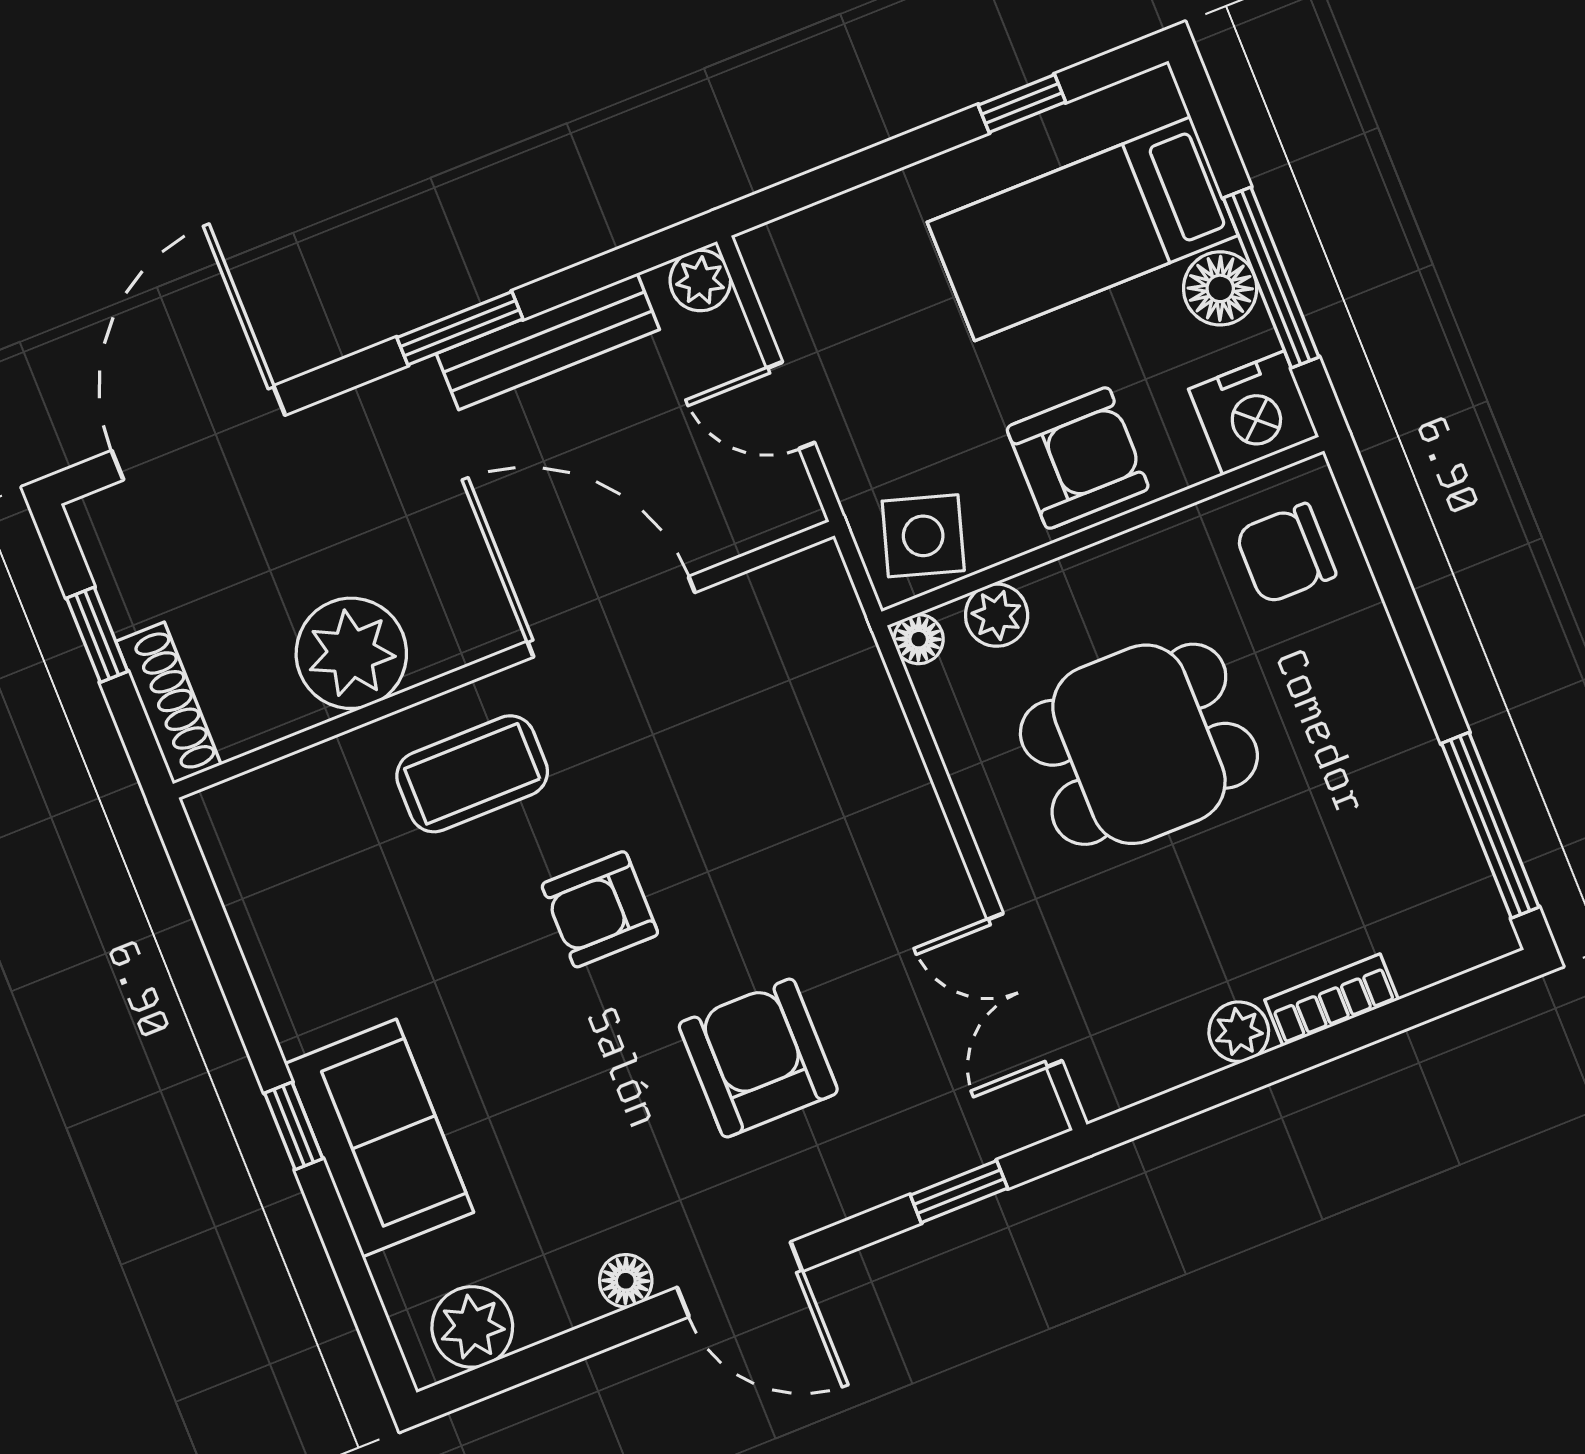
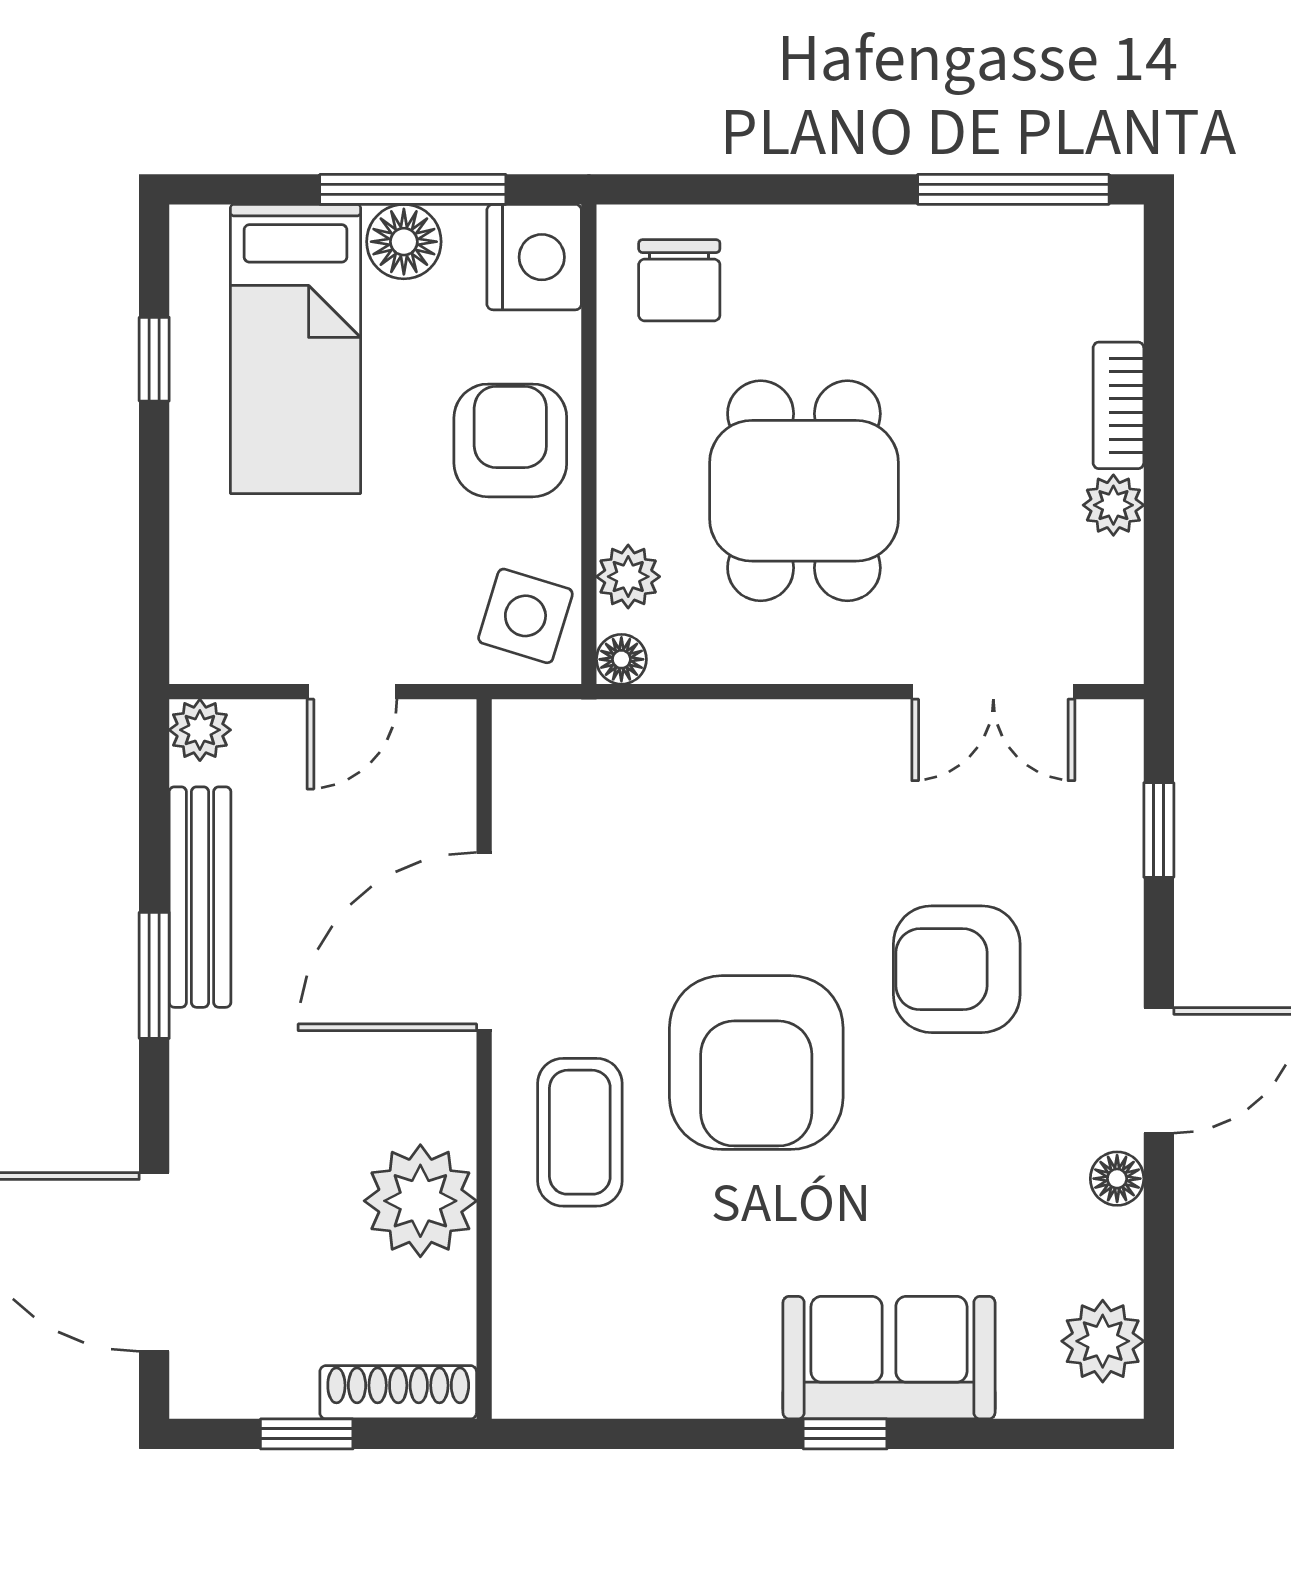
armchair: (600, 909) -> (756, 1063), width x1.88, depth x1.88

